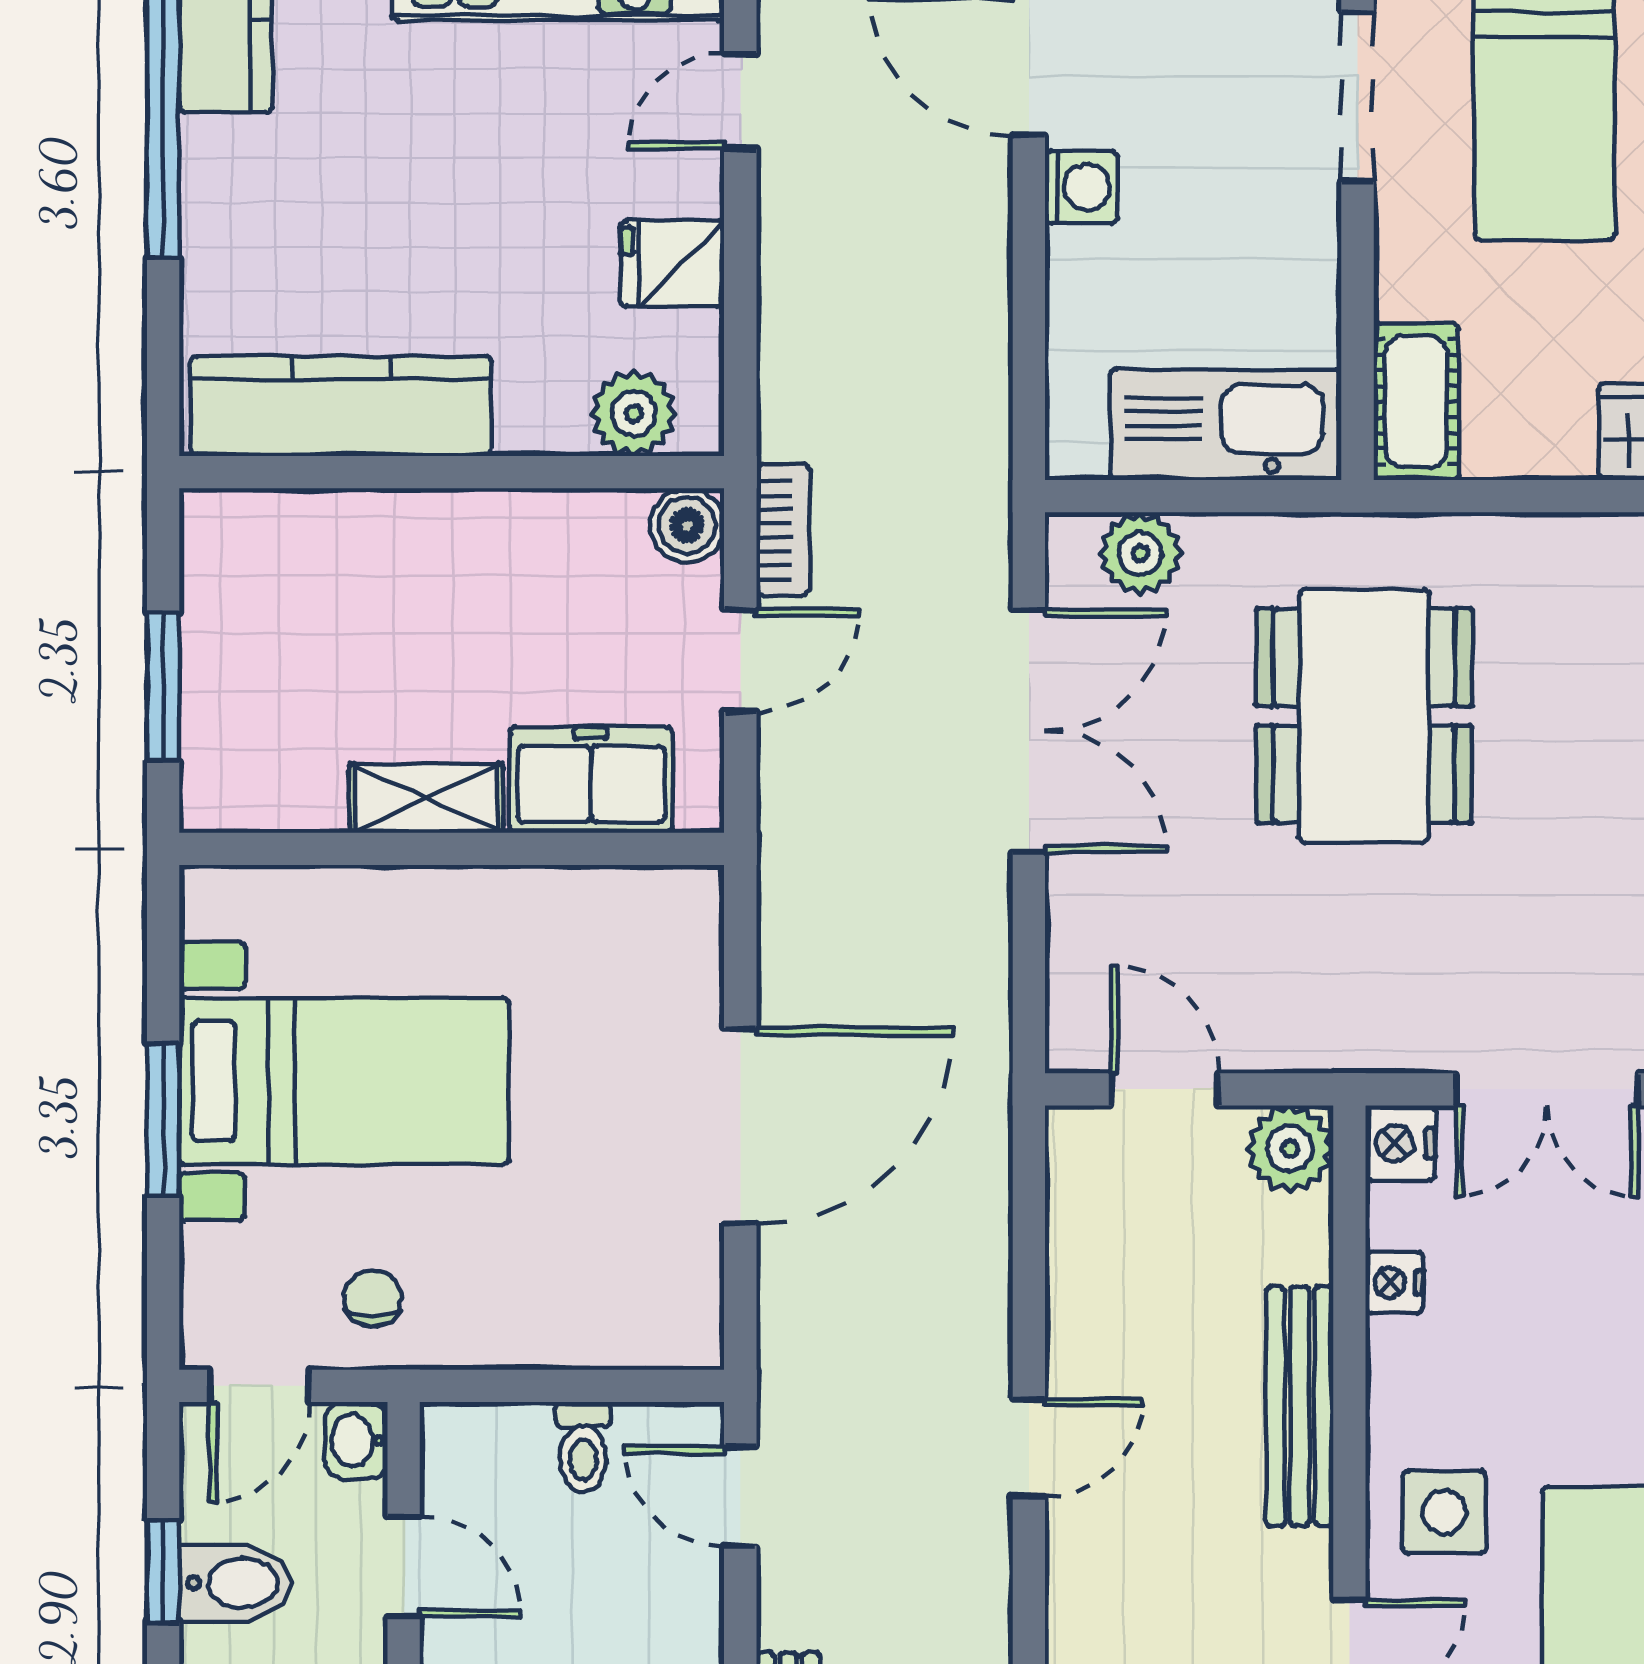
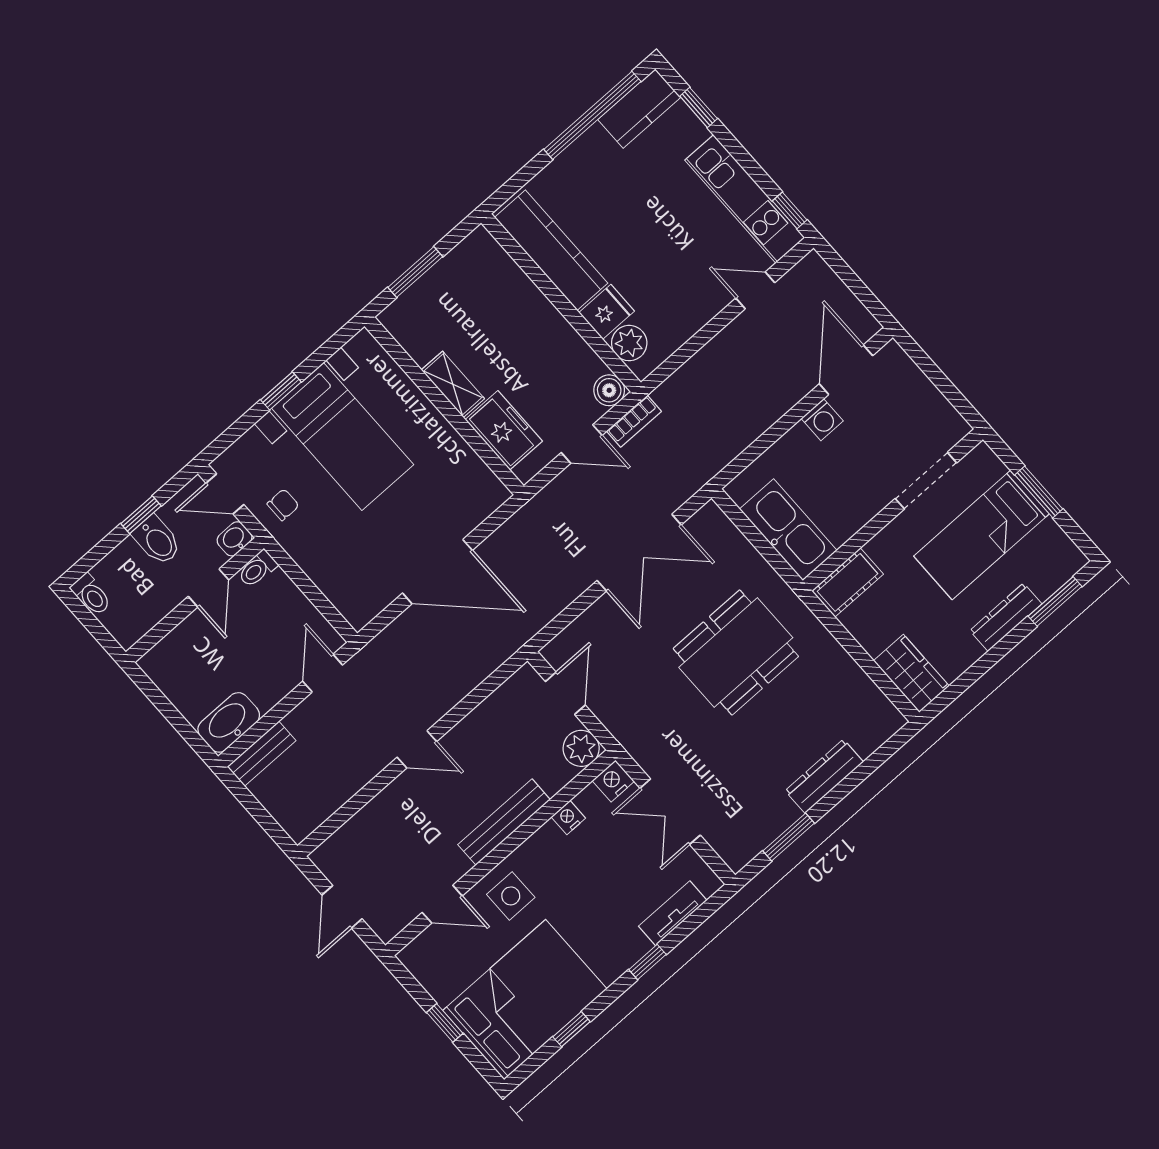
fridge: (672, 264) -> (607, 312), moved, turned 90
plant: (1140, 553) -> (725, 539), removed
window: (163, 1120) -> (281, 391), width x0.67
toilet: (583, 1447) -> (257, 569), moved

